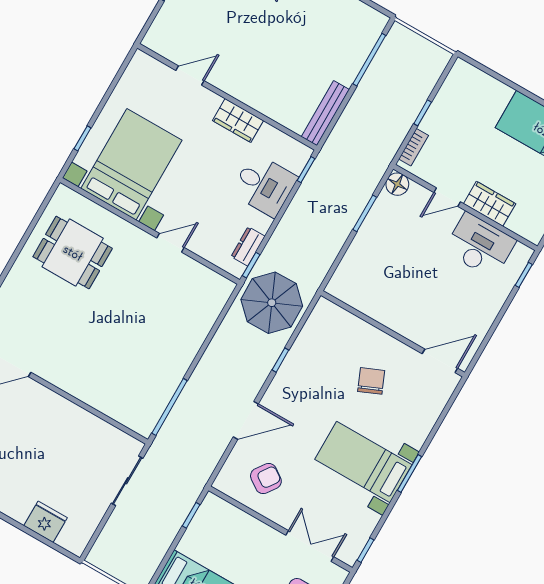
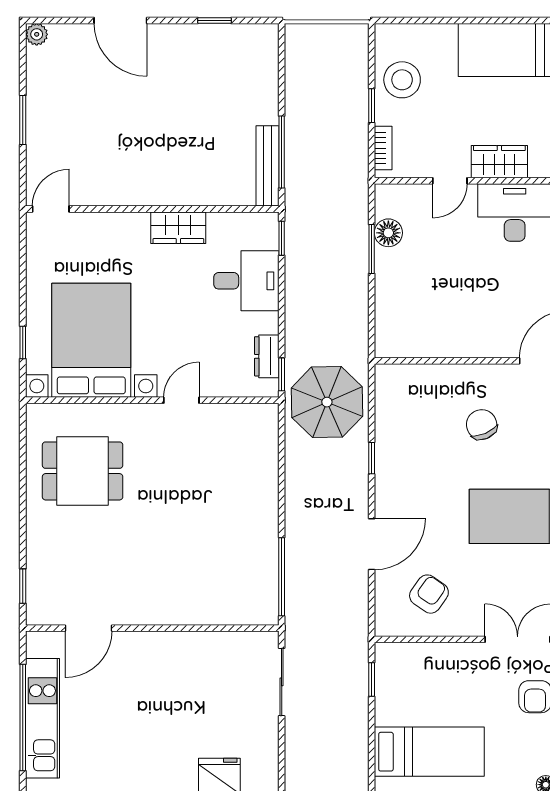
window: (369, 60) -> (282, 152), moved
door: (190, 76) -> (51, 209), moved
stool: (454, 107) -> (402, 80), added
floor lamp: (397, 184) -> (388, 233), moved

